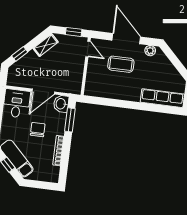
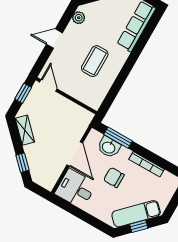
door: (126, 39) -> (54, 39), width x0.53
door: (88, 49) -> (48, 85), hinge flipped
coffee table: (121, 64) -> (95, 61), moved
washbasin: (61, 104) -> (109, 147), moved

